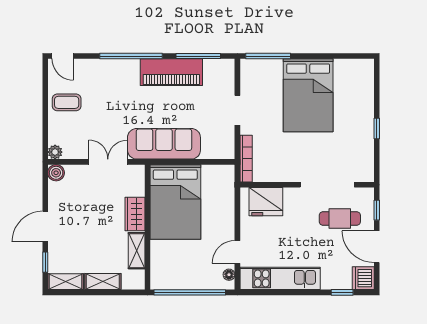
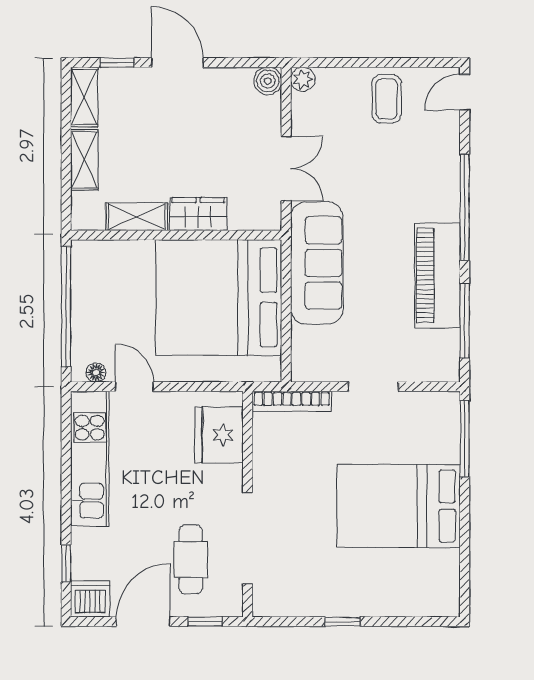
bed: (175, 202) -> (219, 297), width x1.36

